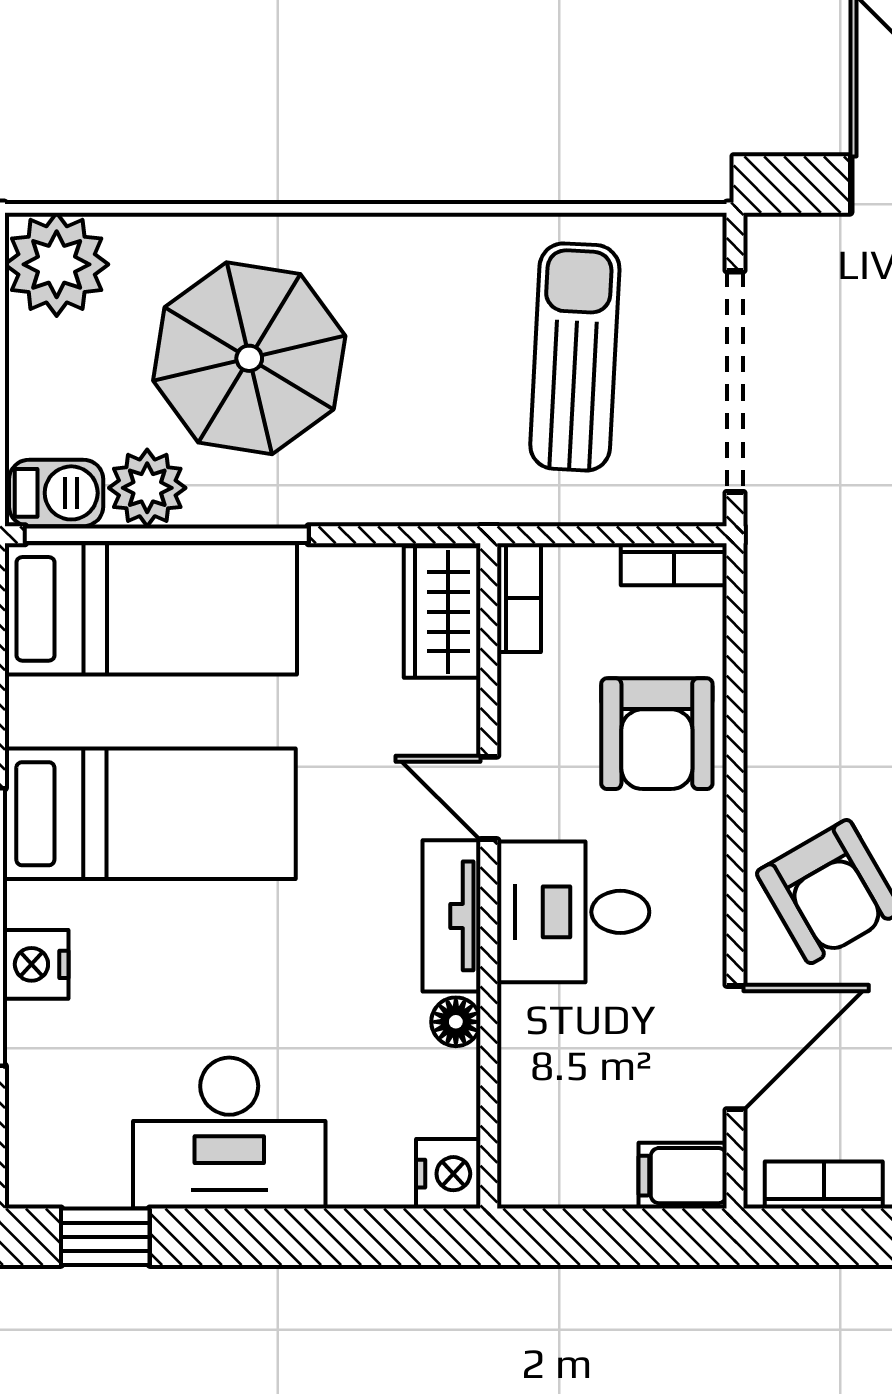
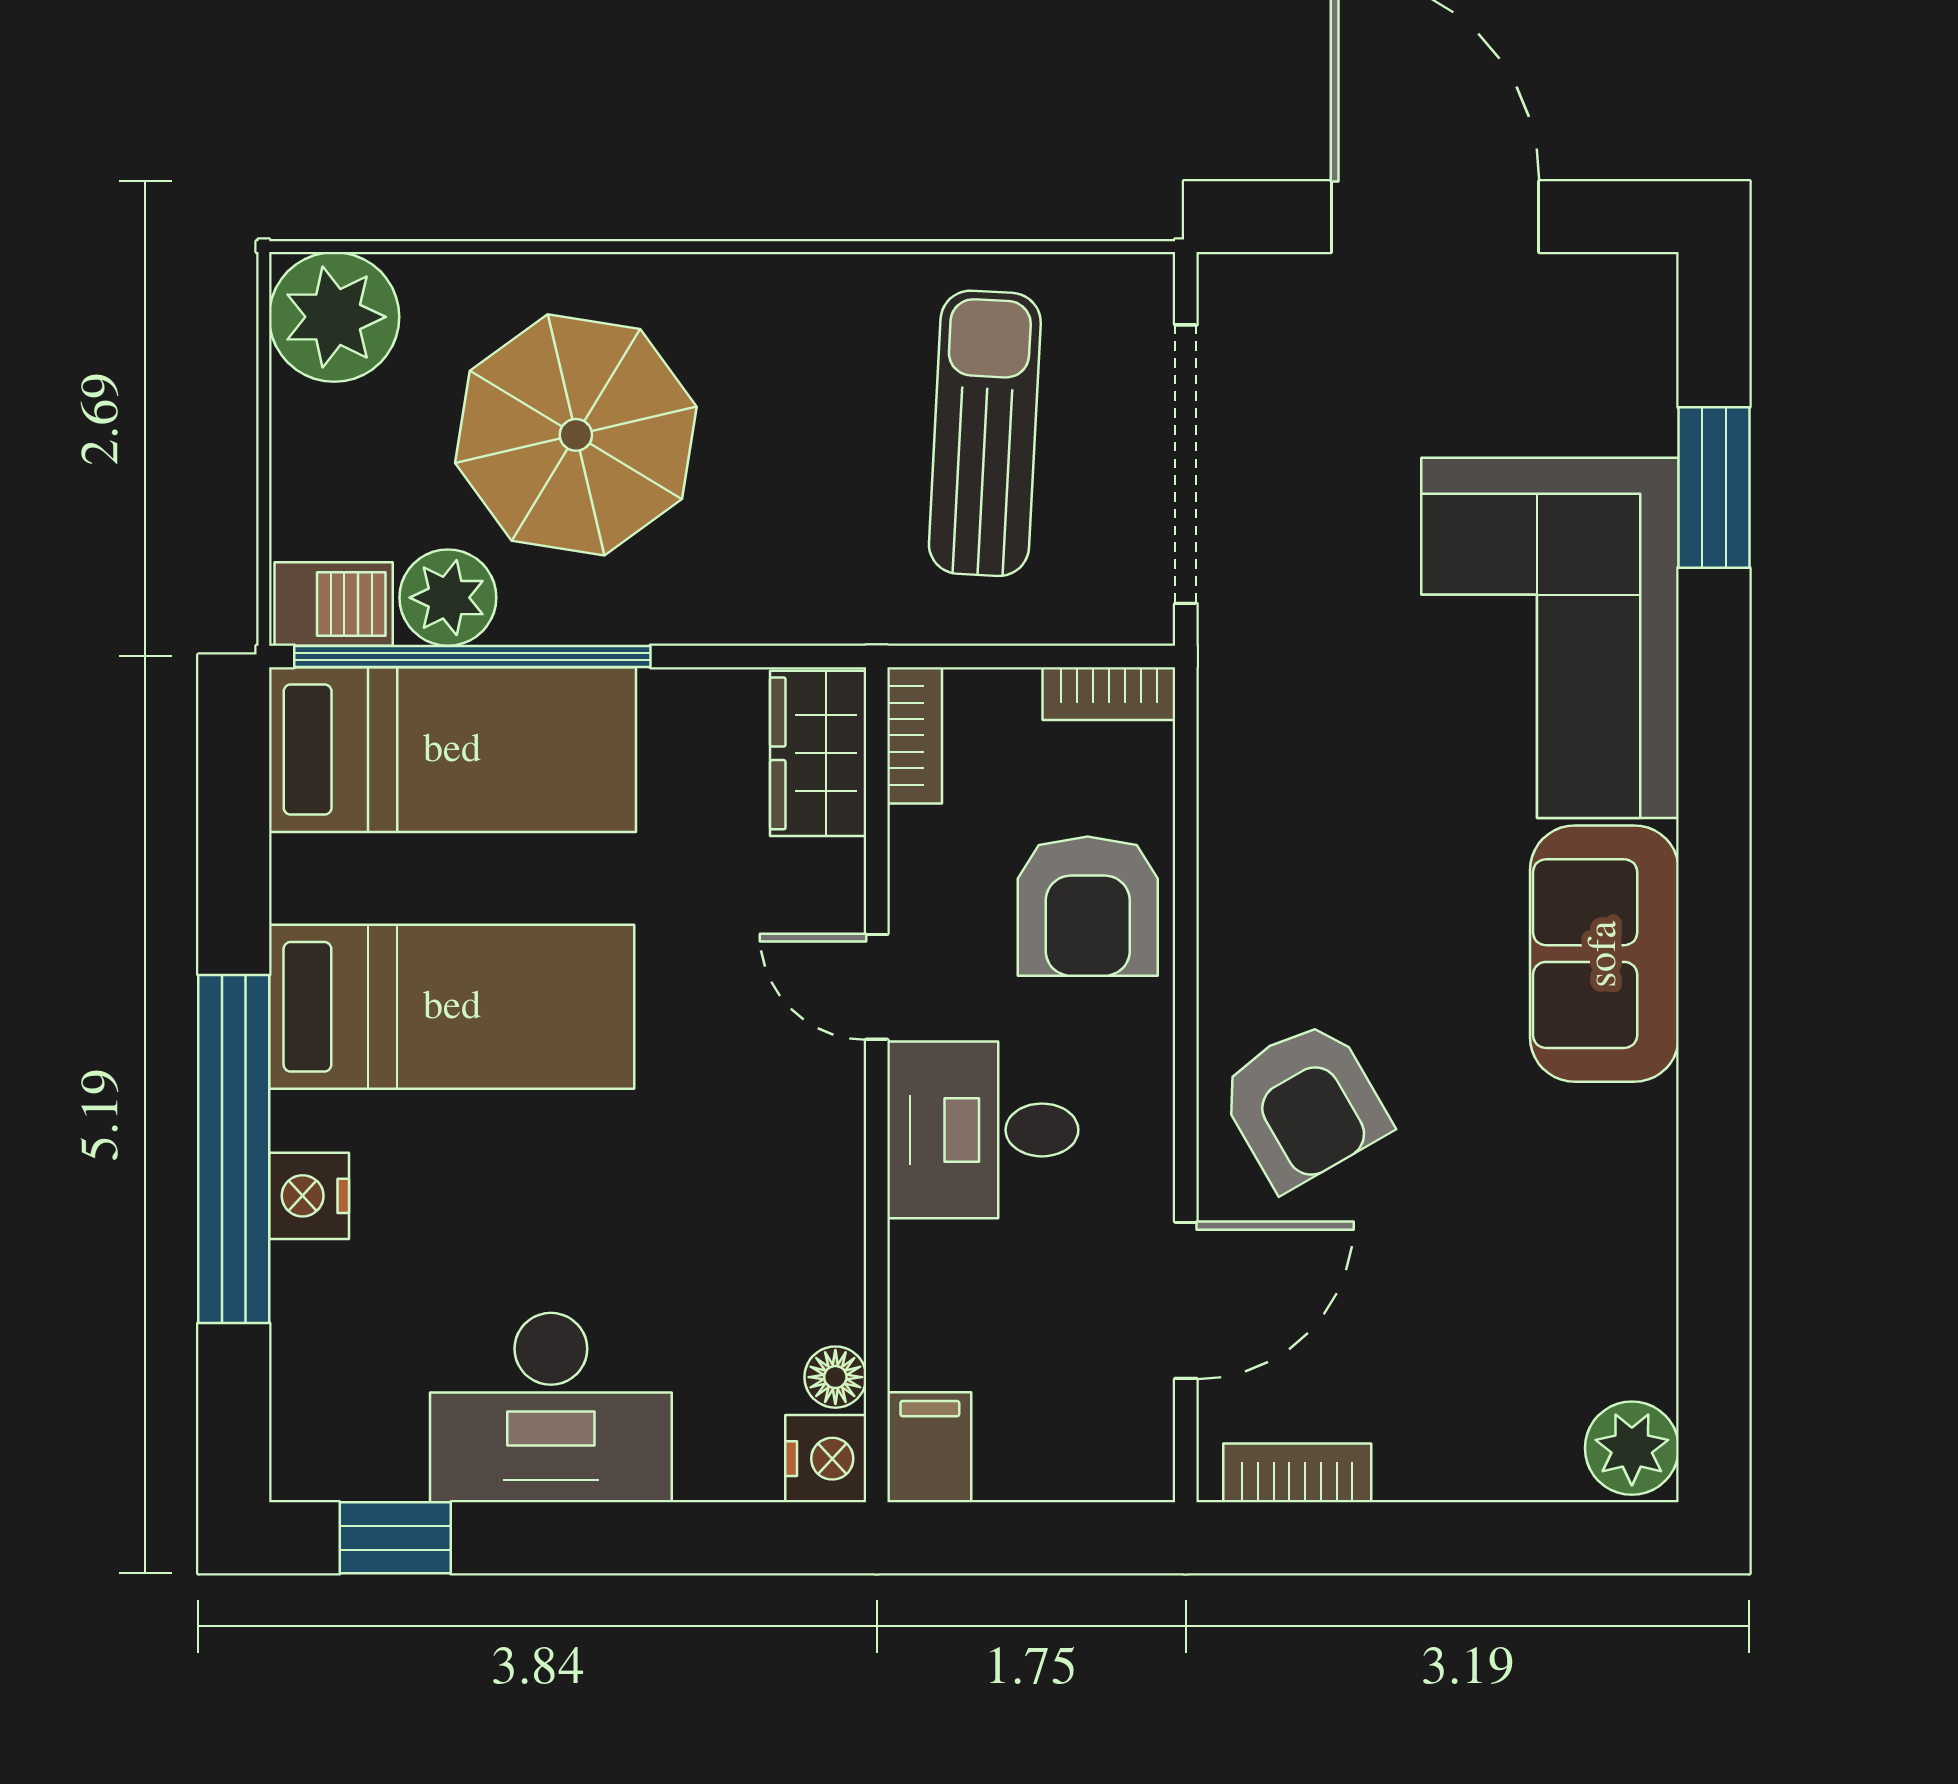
tv unit: (451, 916) -> (830, 1135), removed
floor lamp: (456, 1022) -> (835, 1377), moved
filing cabinet: (683, 1176) -> (930, 1447), moved, turned 90

